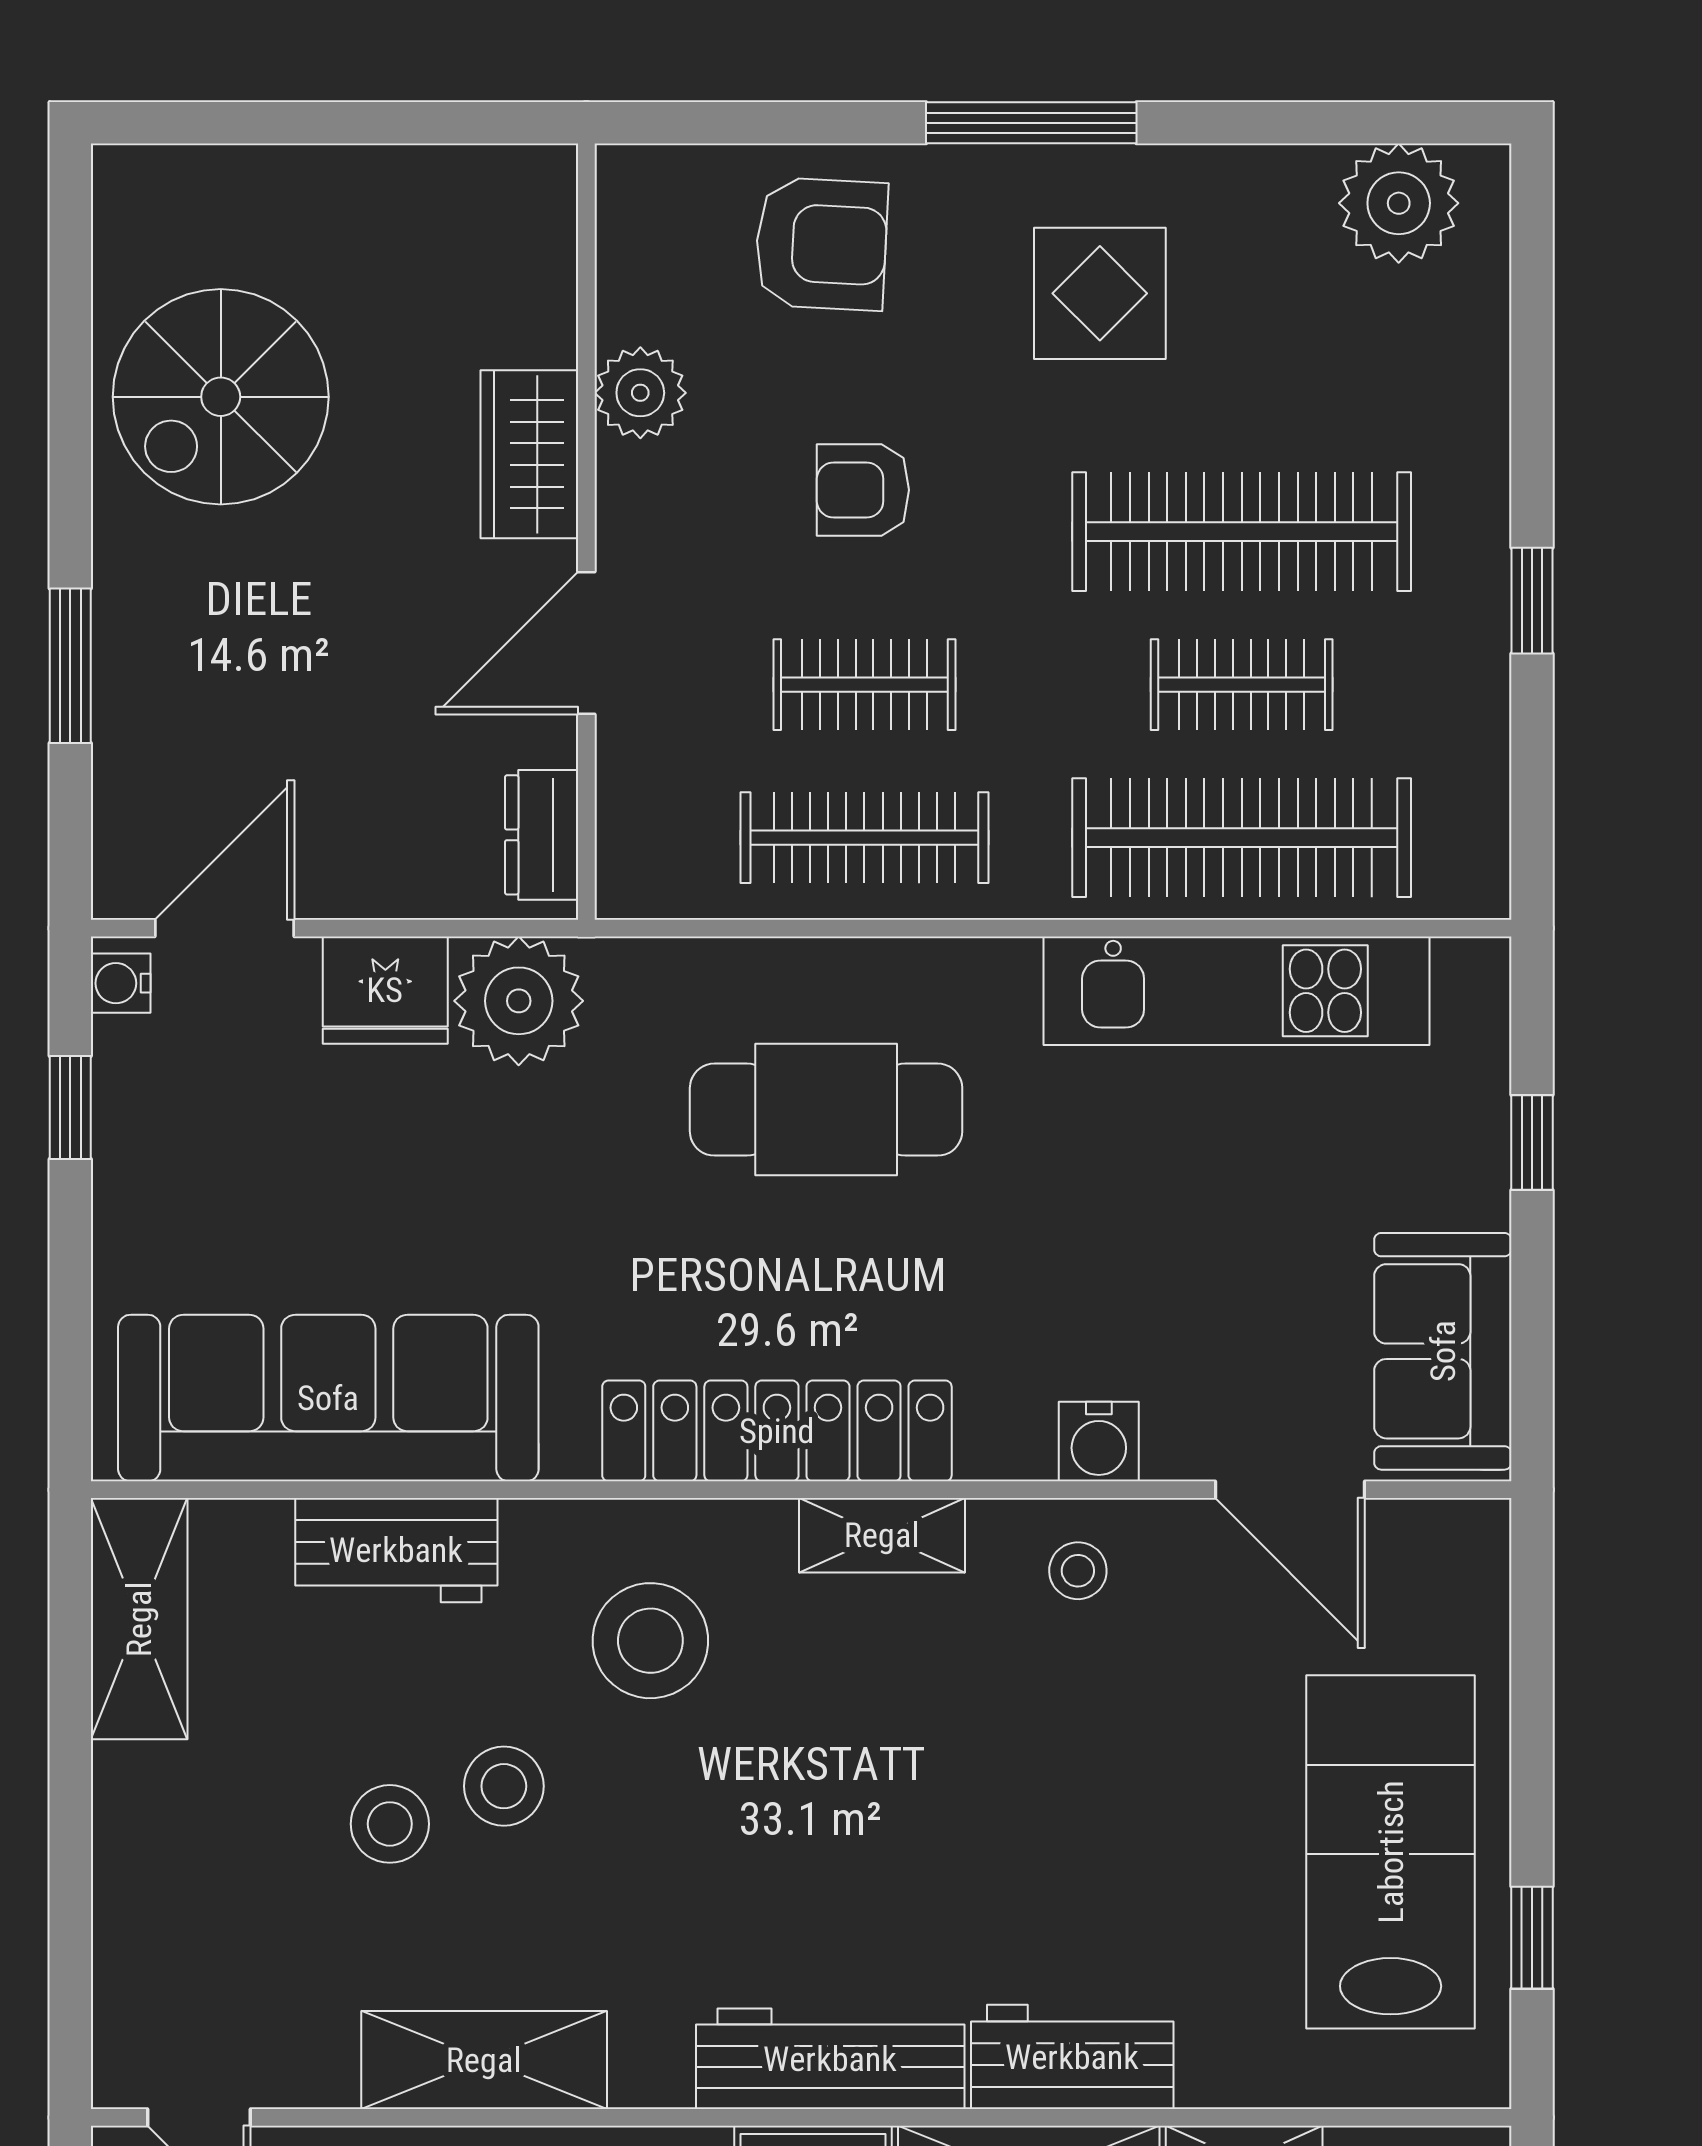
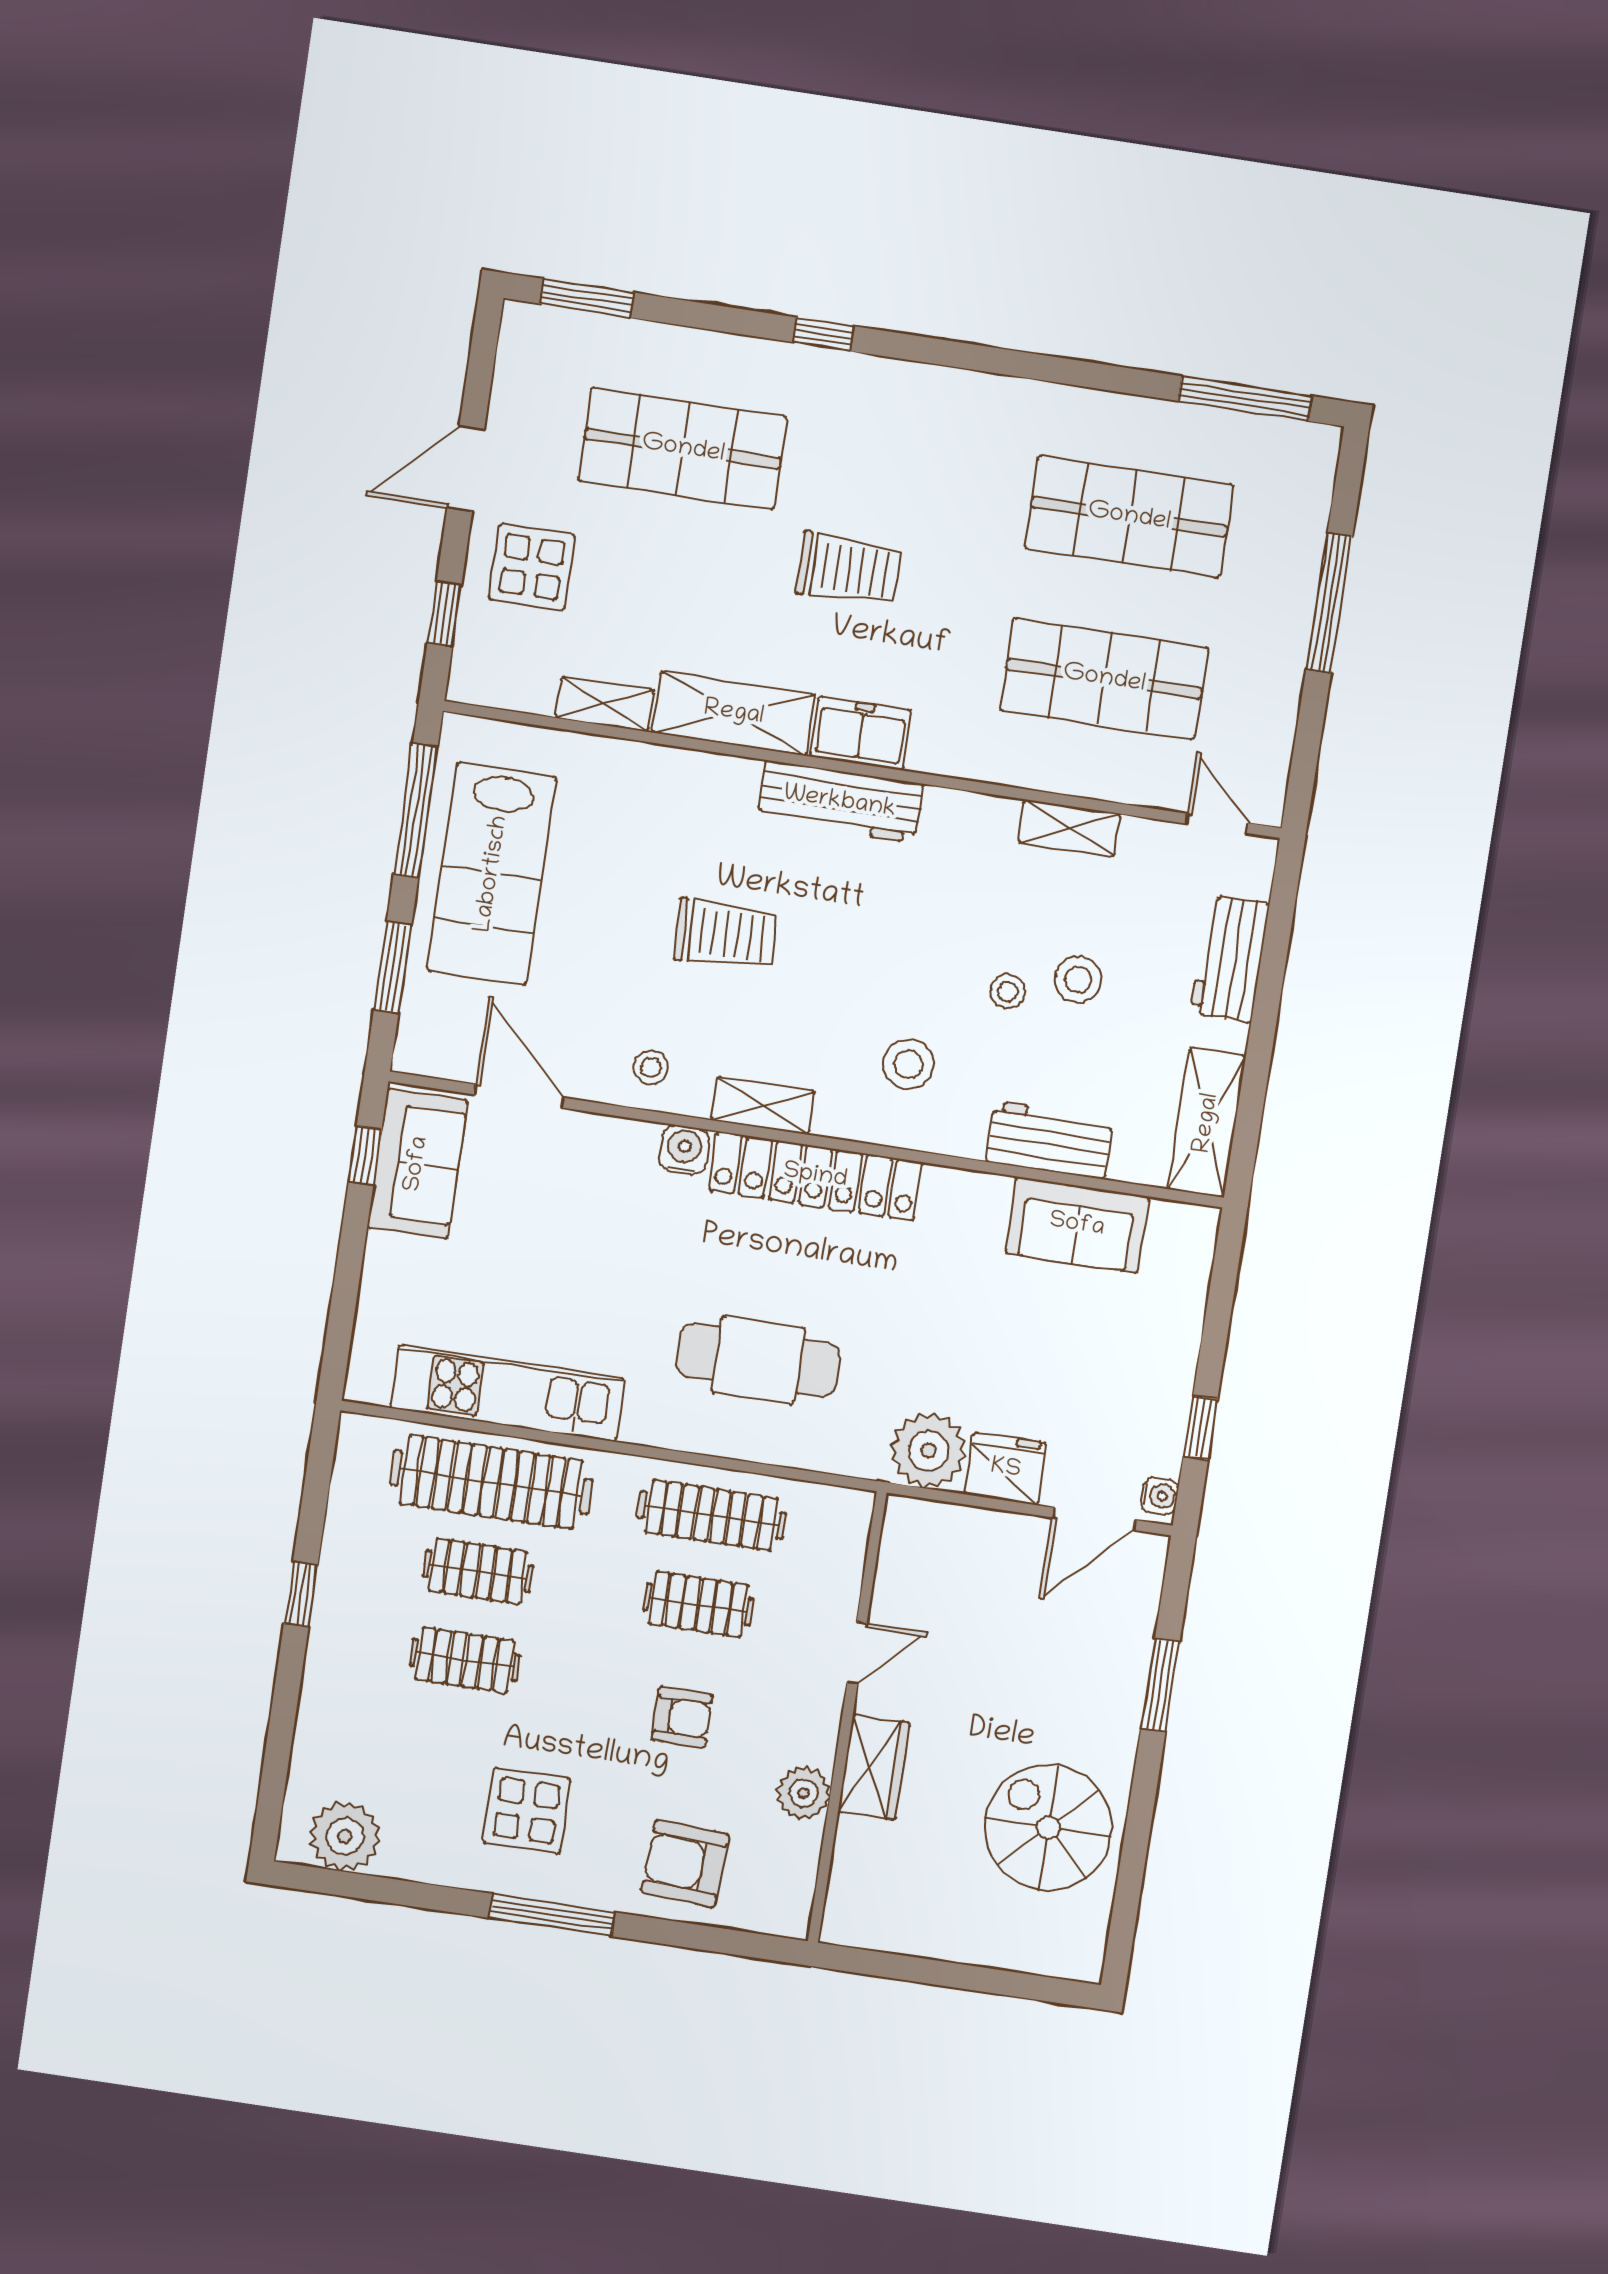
spiral stairs: (221, 397) -> (1048, 1828), turned -90
clothes rail: (1242, 532) -> (465, 1660), width x0.54, depth x0.76
door: (586, 643) -> (857, 1653), width x0.73
dresser: (542, 835) -> (900, 1545), removed
window: (1532, 1143) -> (365, 1156), moved
sofa: (328, 1398) -> (1077, 1225), width x0.54, depth x0.79
water cooler: (1099, 1442) -> (684, 1150), moved
stool: (650, 1641) -> (908, 1064), width x0.73, depth x0.73
window: (1532, 1672) -> (393, 967), added
stool: (504, 1786) -> (1008, 992), width x0.73, depth x0.73
trolley: (987, 1811) -> (726, 934), added
window: (1532, 1938) -> (416, 811), width x2.17
workbench: (1072, 2057) -> (1230, 958), moved, turned 90
shelving: (484, 2060) -> (1069, 828), width x0.67, depth x0.75

